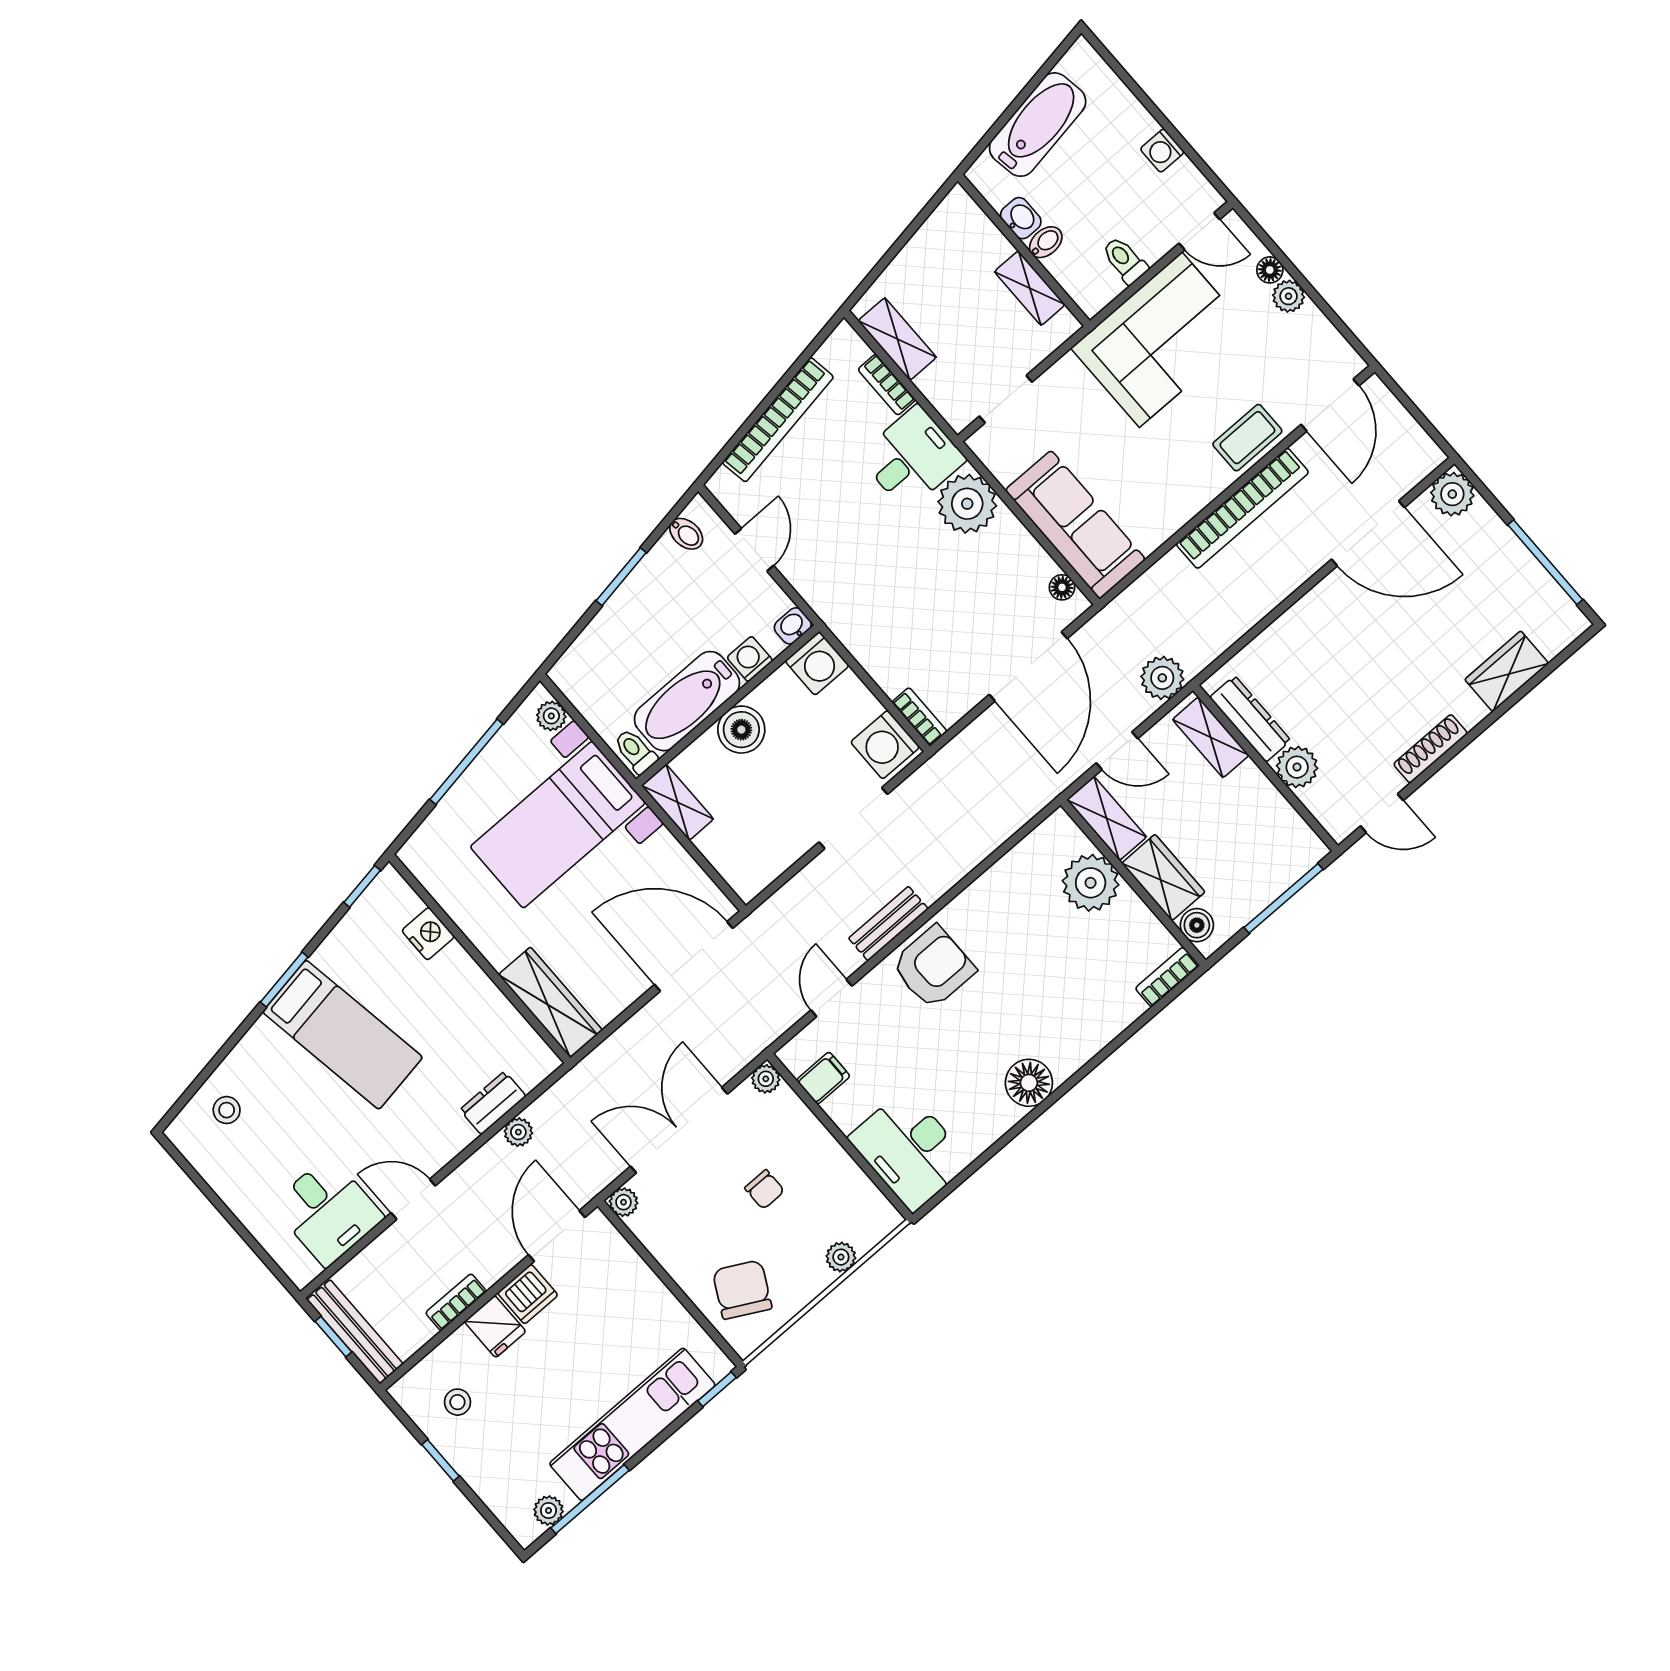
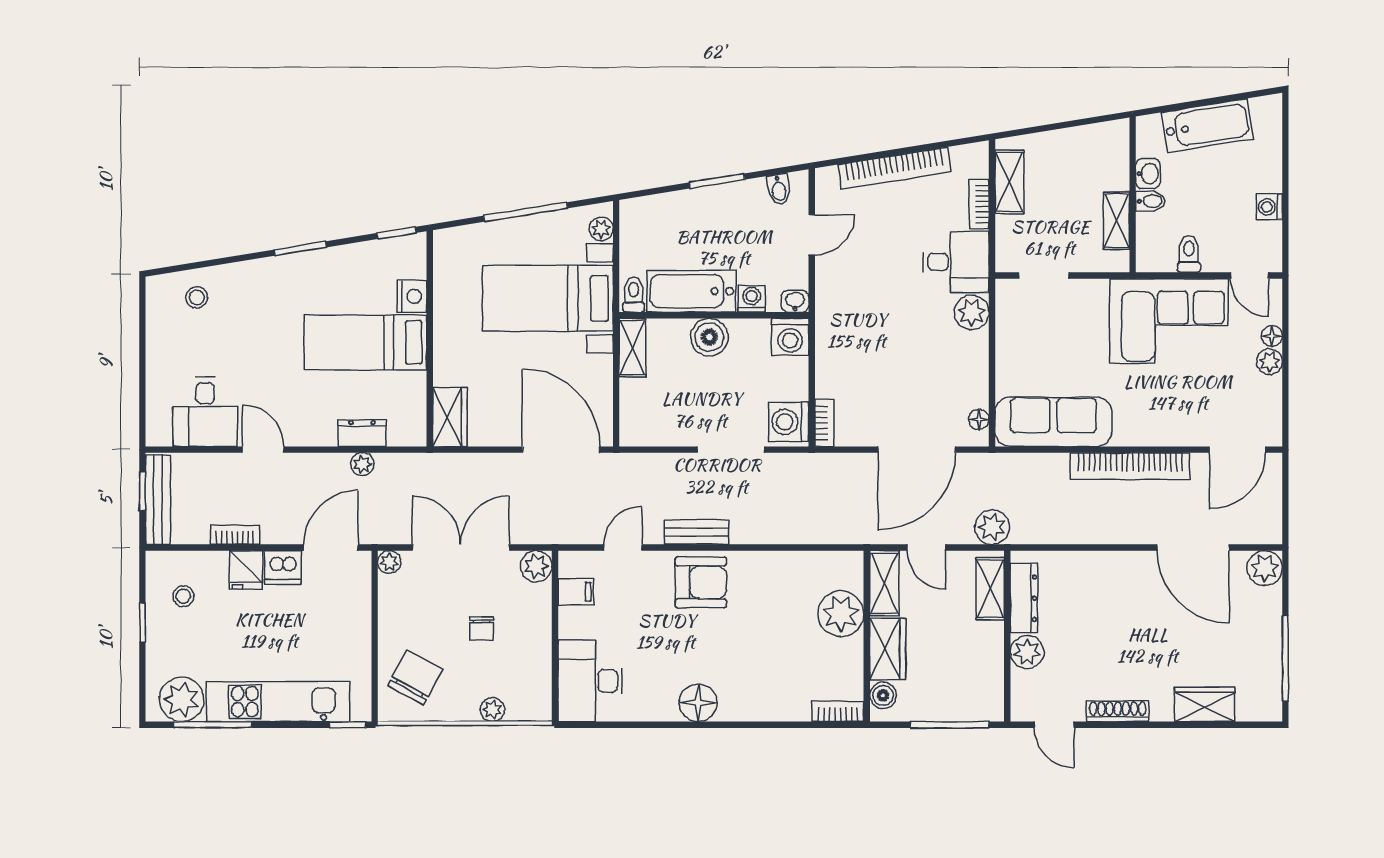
coffee table: (1247, 438) -> (1170, 426), removed
plant: (967, 504) -> (972, 312), width x0.73, depth x0.73
sofa: (1075, 525) -> (1053, 422), moved, turned -90
wardrobe: (550, 1002) -> (450, 417), width x0.67
bed: (343, 1035) -> (365, 342), moved, turned 99
plant: (766, 1079) -> (536, 566), width x1.38, depth x1.38
plant: (549, 1511) -> (182, 699), width x1.88, depth x1.88

